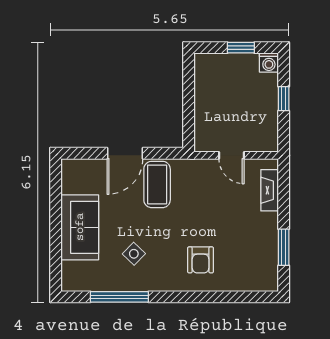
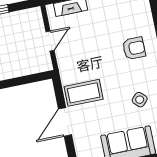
door: (125, 153) -> (65, 122), swing flipped

